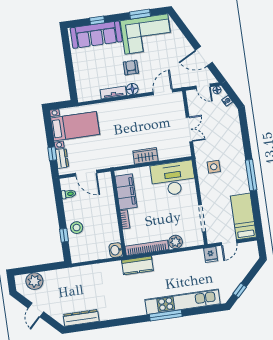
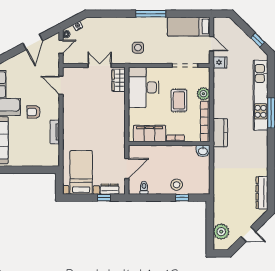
floor lamp: (132, 89) -> (54, 114), removed
wardrobe: (145, 156) -> (119, 80), moved
rug: (165, 217) -> (179, 100), added

